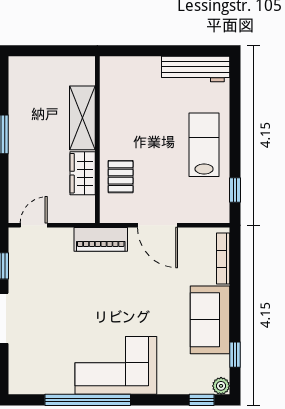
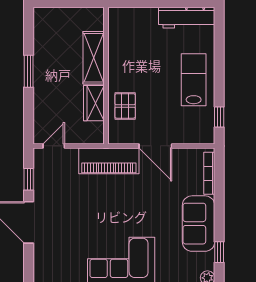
piano: (101, 239) -> (109, 161), width x1.37, depth x1.33

